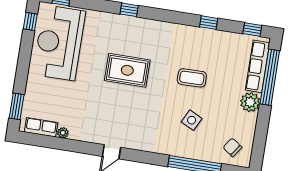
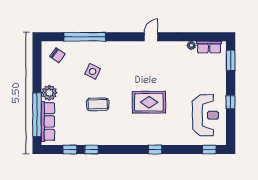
window: (30, 22) -> (231, 102), moved
window: (252, 30) -> (70, 150), moved
reception desk: (59, 43) -> (205, 115), width x0.74, depth x0.77

